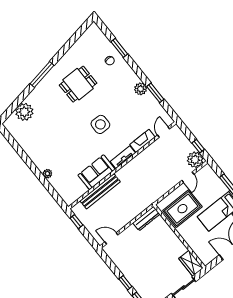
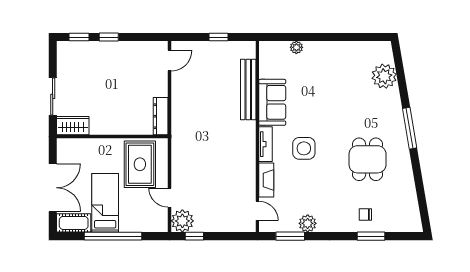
door: (164, 132) -> (257, 211), moved
fireplace: (143, 141) -> (266, 180), moved
tv unit: (123, 157) -> (266, 144), moved
wall: (122, 165) -> (257, 137), moved
sofa: (97, 172) -> (272, 102), moved
bench: (100, 191) -> (248, 90), moved

